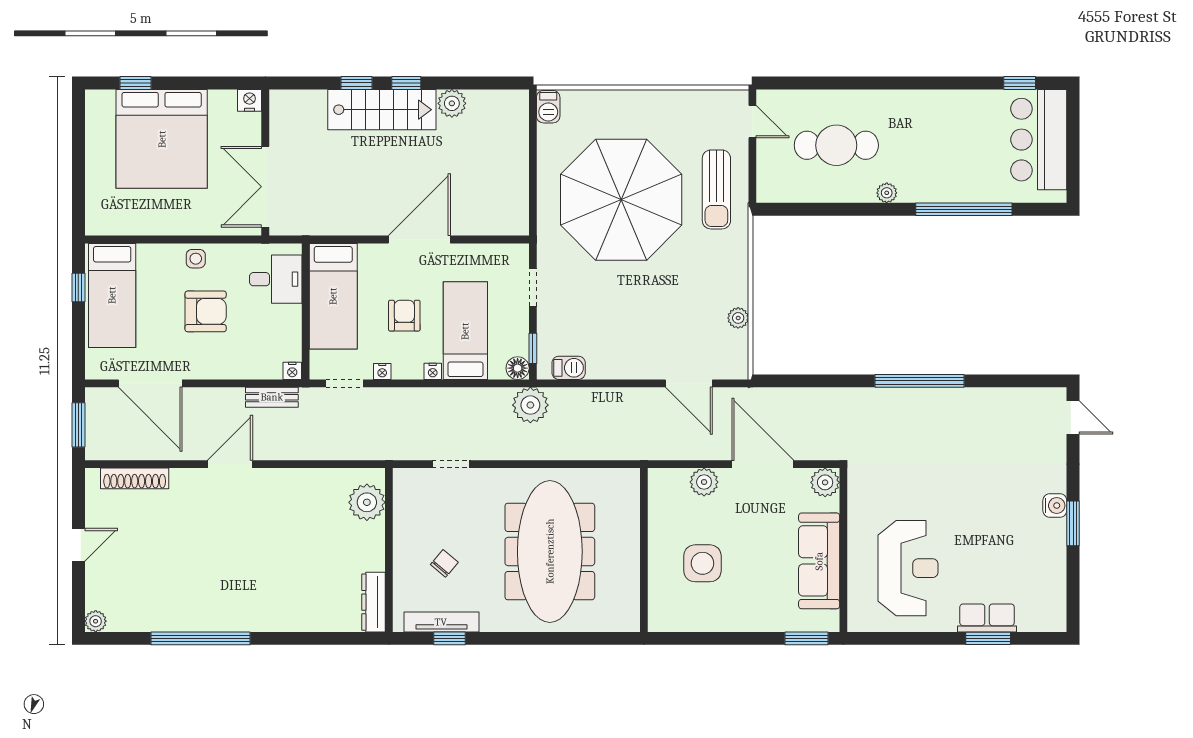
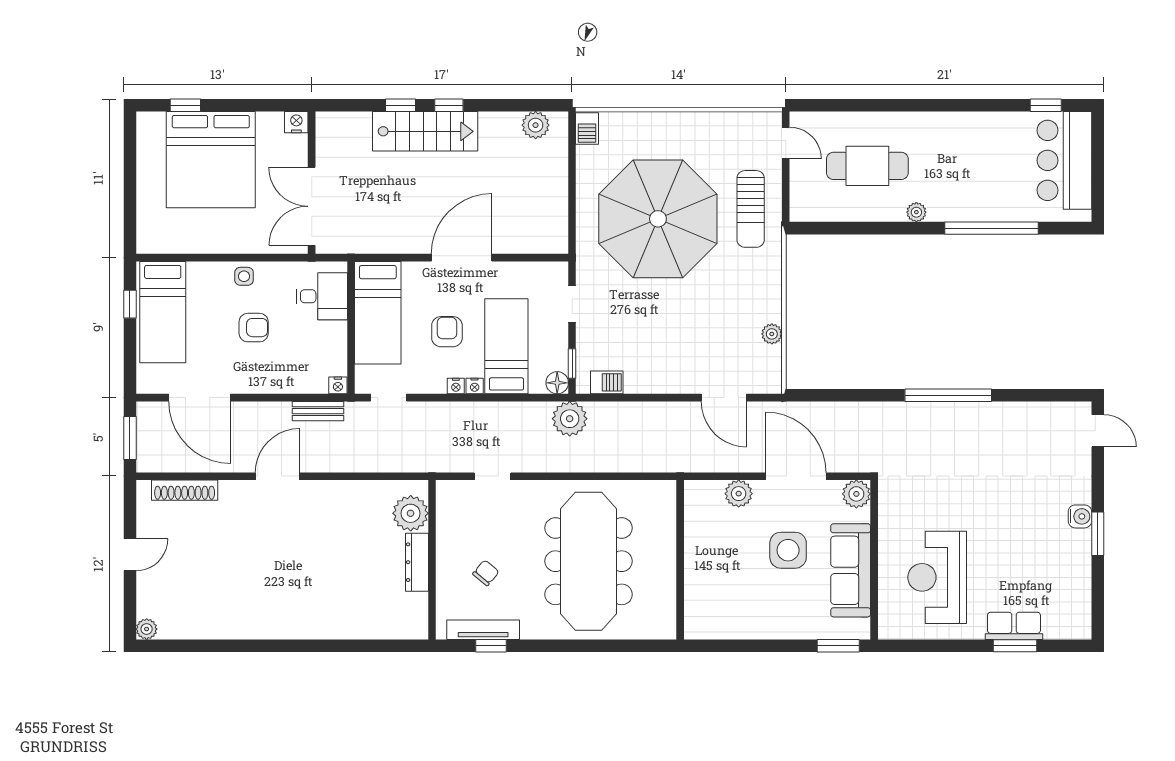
plant: (452, 103) -> (536, 125), moved
armchair: (206, 311) -> (254, 328), width x0.72, depth x0.72
nightstand: (382, 371) -> (456, 386), moved
side table: (702, 563) -> (788, 550), moved
reception desk: (908, 568) -> (937, 577), turned 180
dresser: (373, 602) -> (417, 562), moved
window: (200, 638) -> (249, 646), removed

